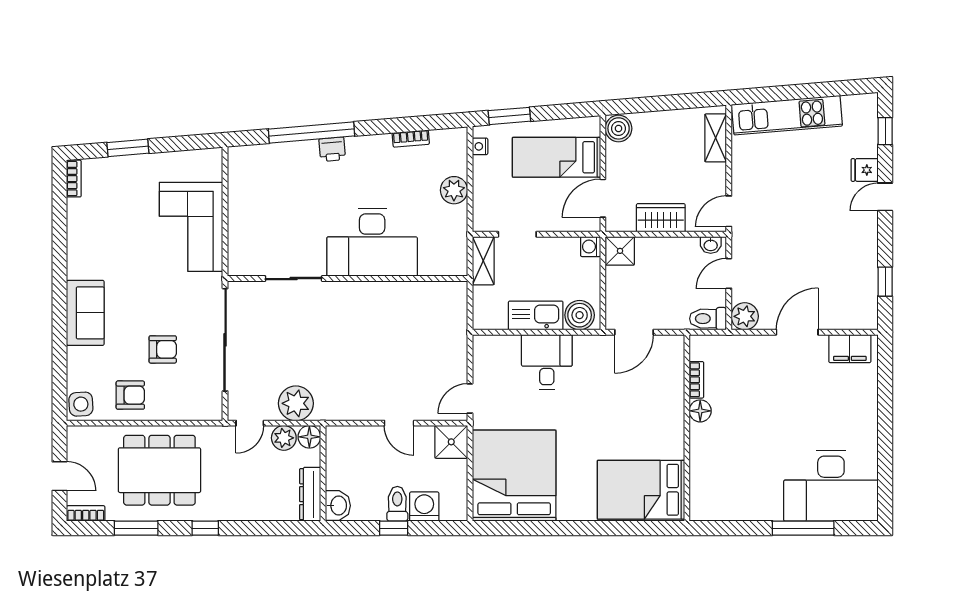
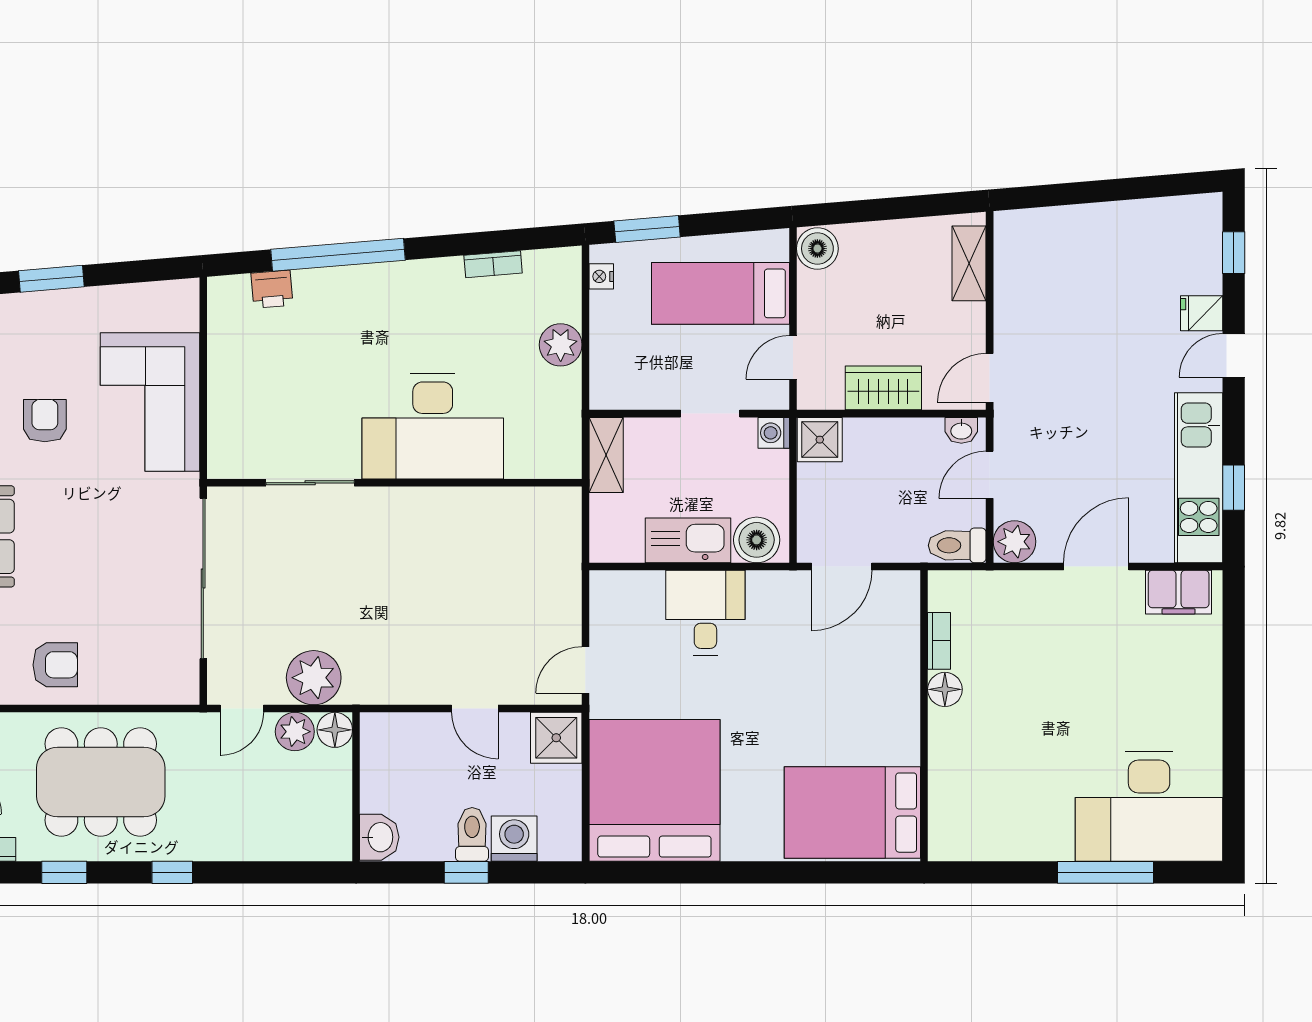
kitchen unit: (787, 115) -> (1199, 478), moved, turned 95
printer: (332, 149) -> (272, 289), moved
door: (603, 198) -> (793, 357), width x0.73
doorway: (517, 234) -> (710, 414), moved
armchair: (163, 349) -> (45, 421), moved, turned -90
dresser: (310, 494) -> (336, 819), removed
window: (136, 528) -> (64, 872), width x0.67

